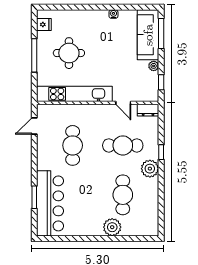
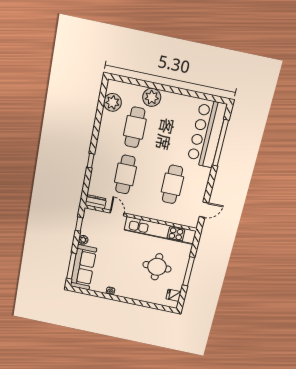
cafe table: (123, 145) -> (125, 174), turned 90
plant: (150, 169) -> (113, 102), moved
window: (34, 197) -> (221, 143), width x2.11

